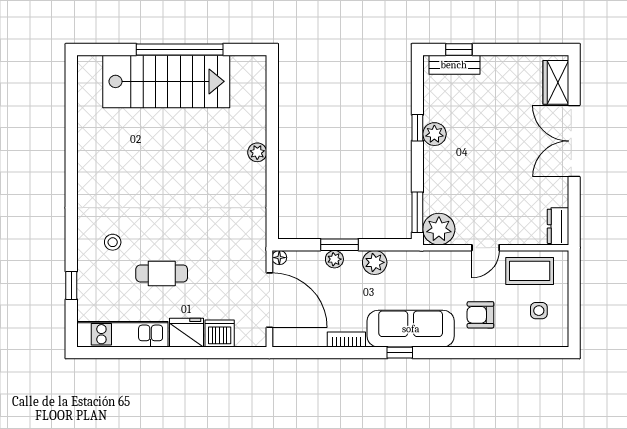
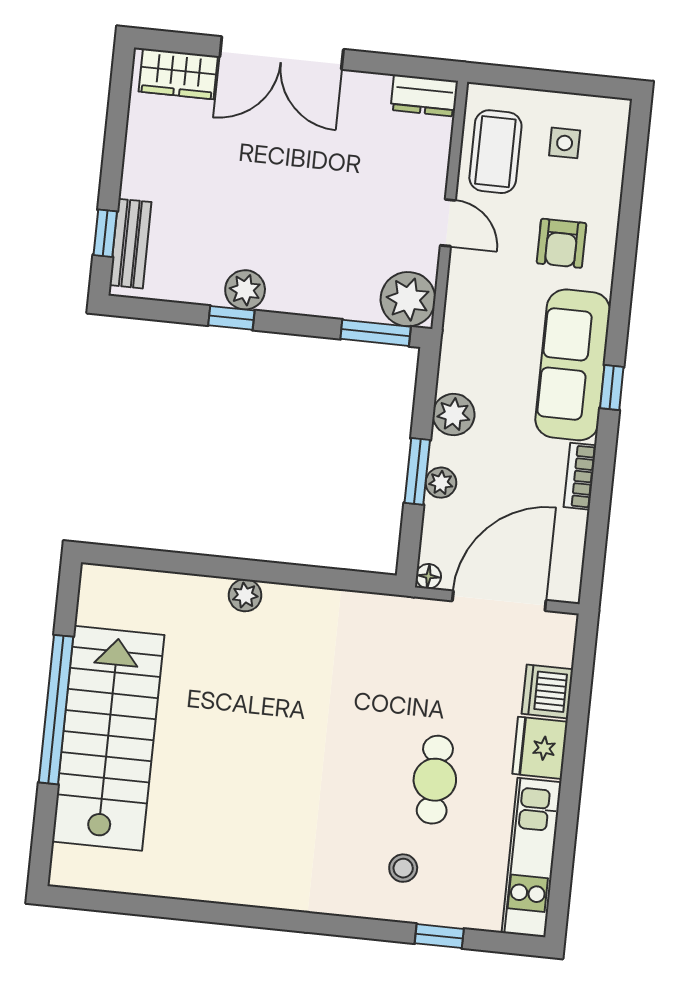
stool: (113, 242) -> (403, 868), moved

